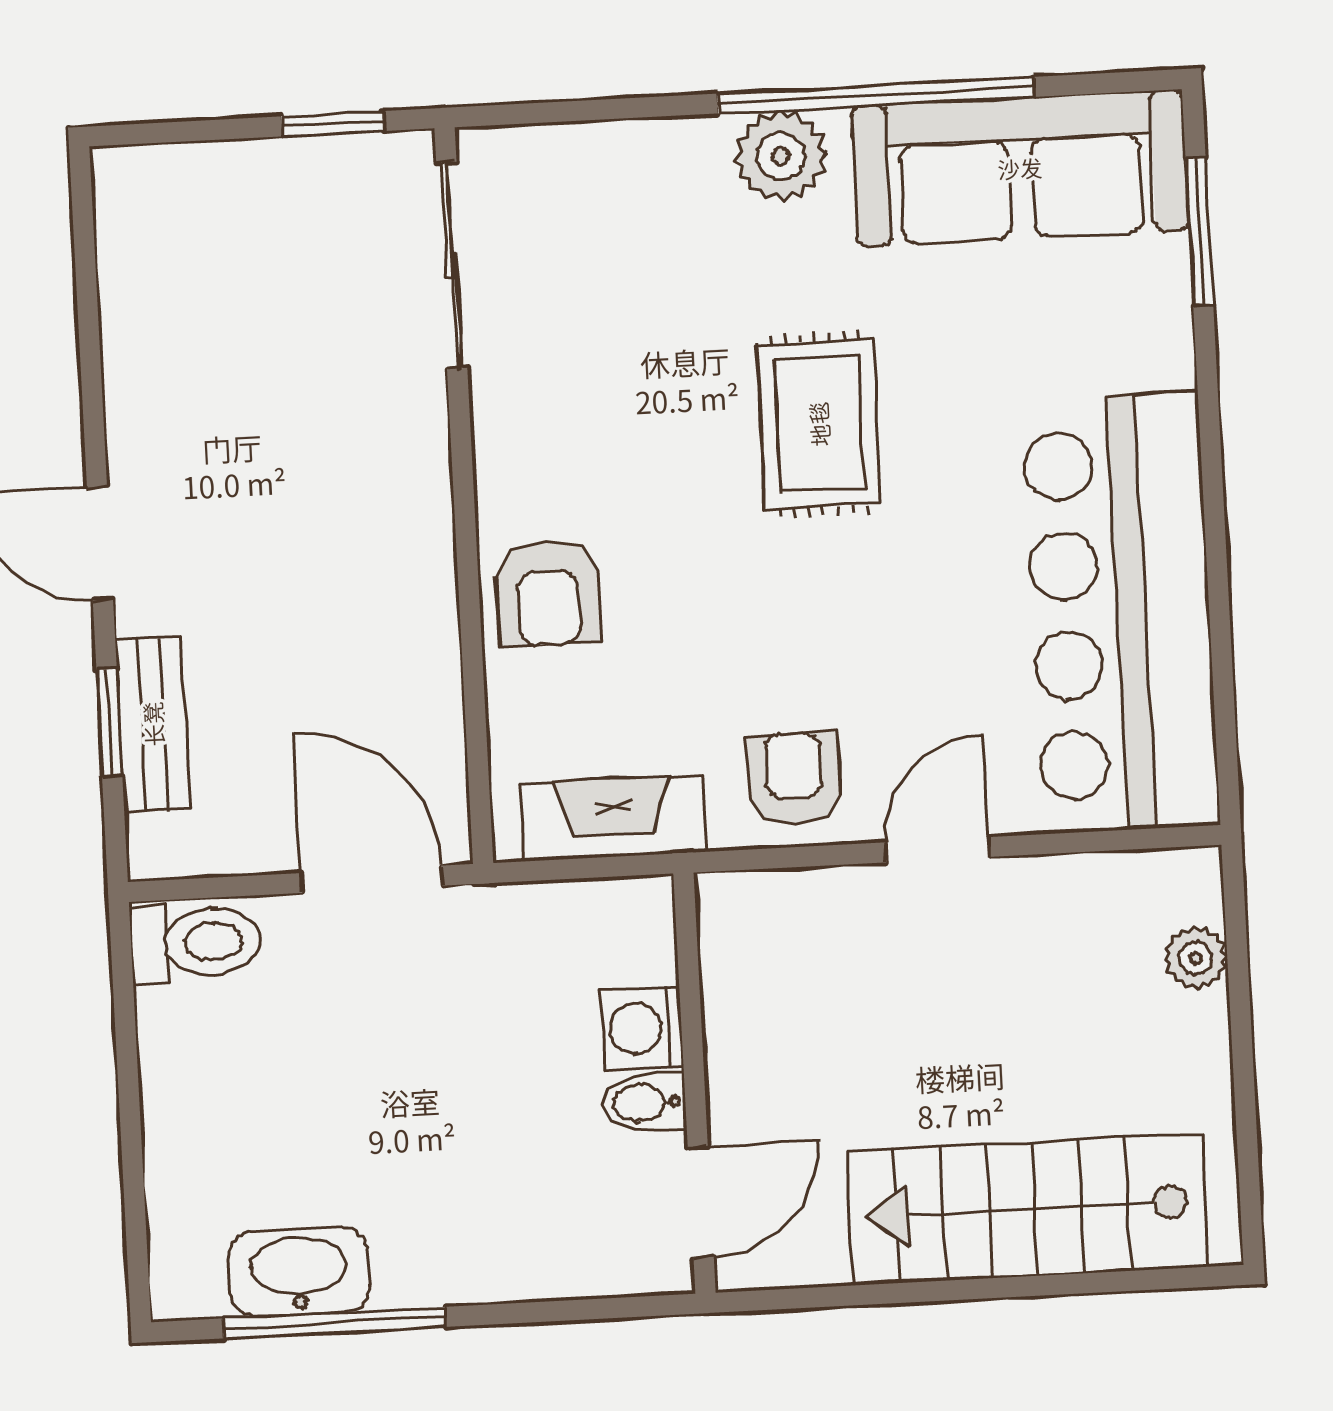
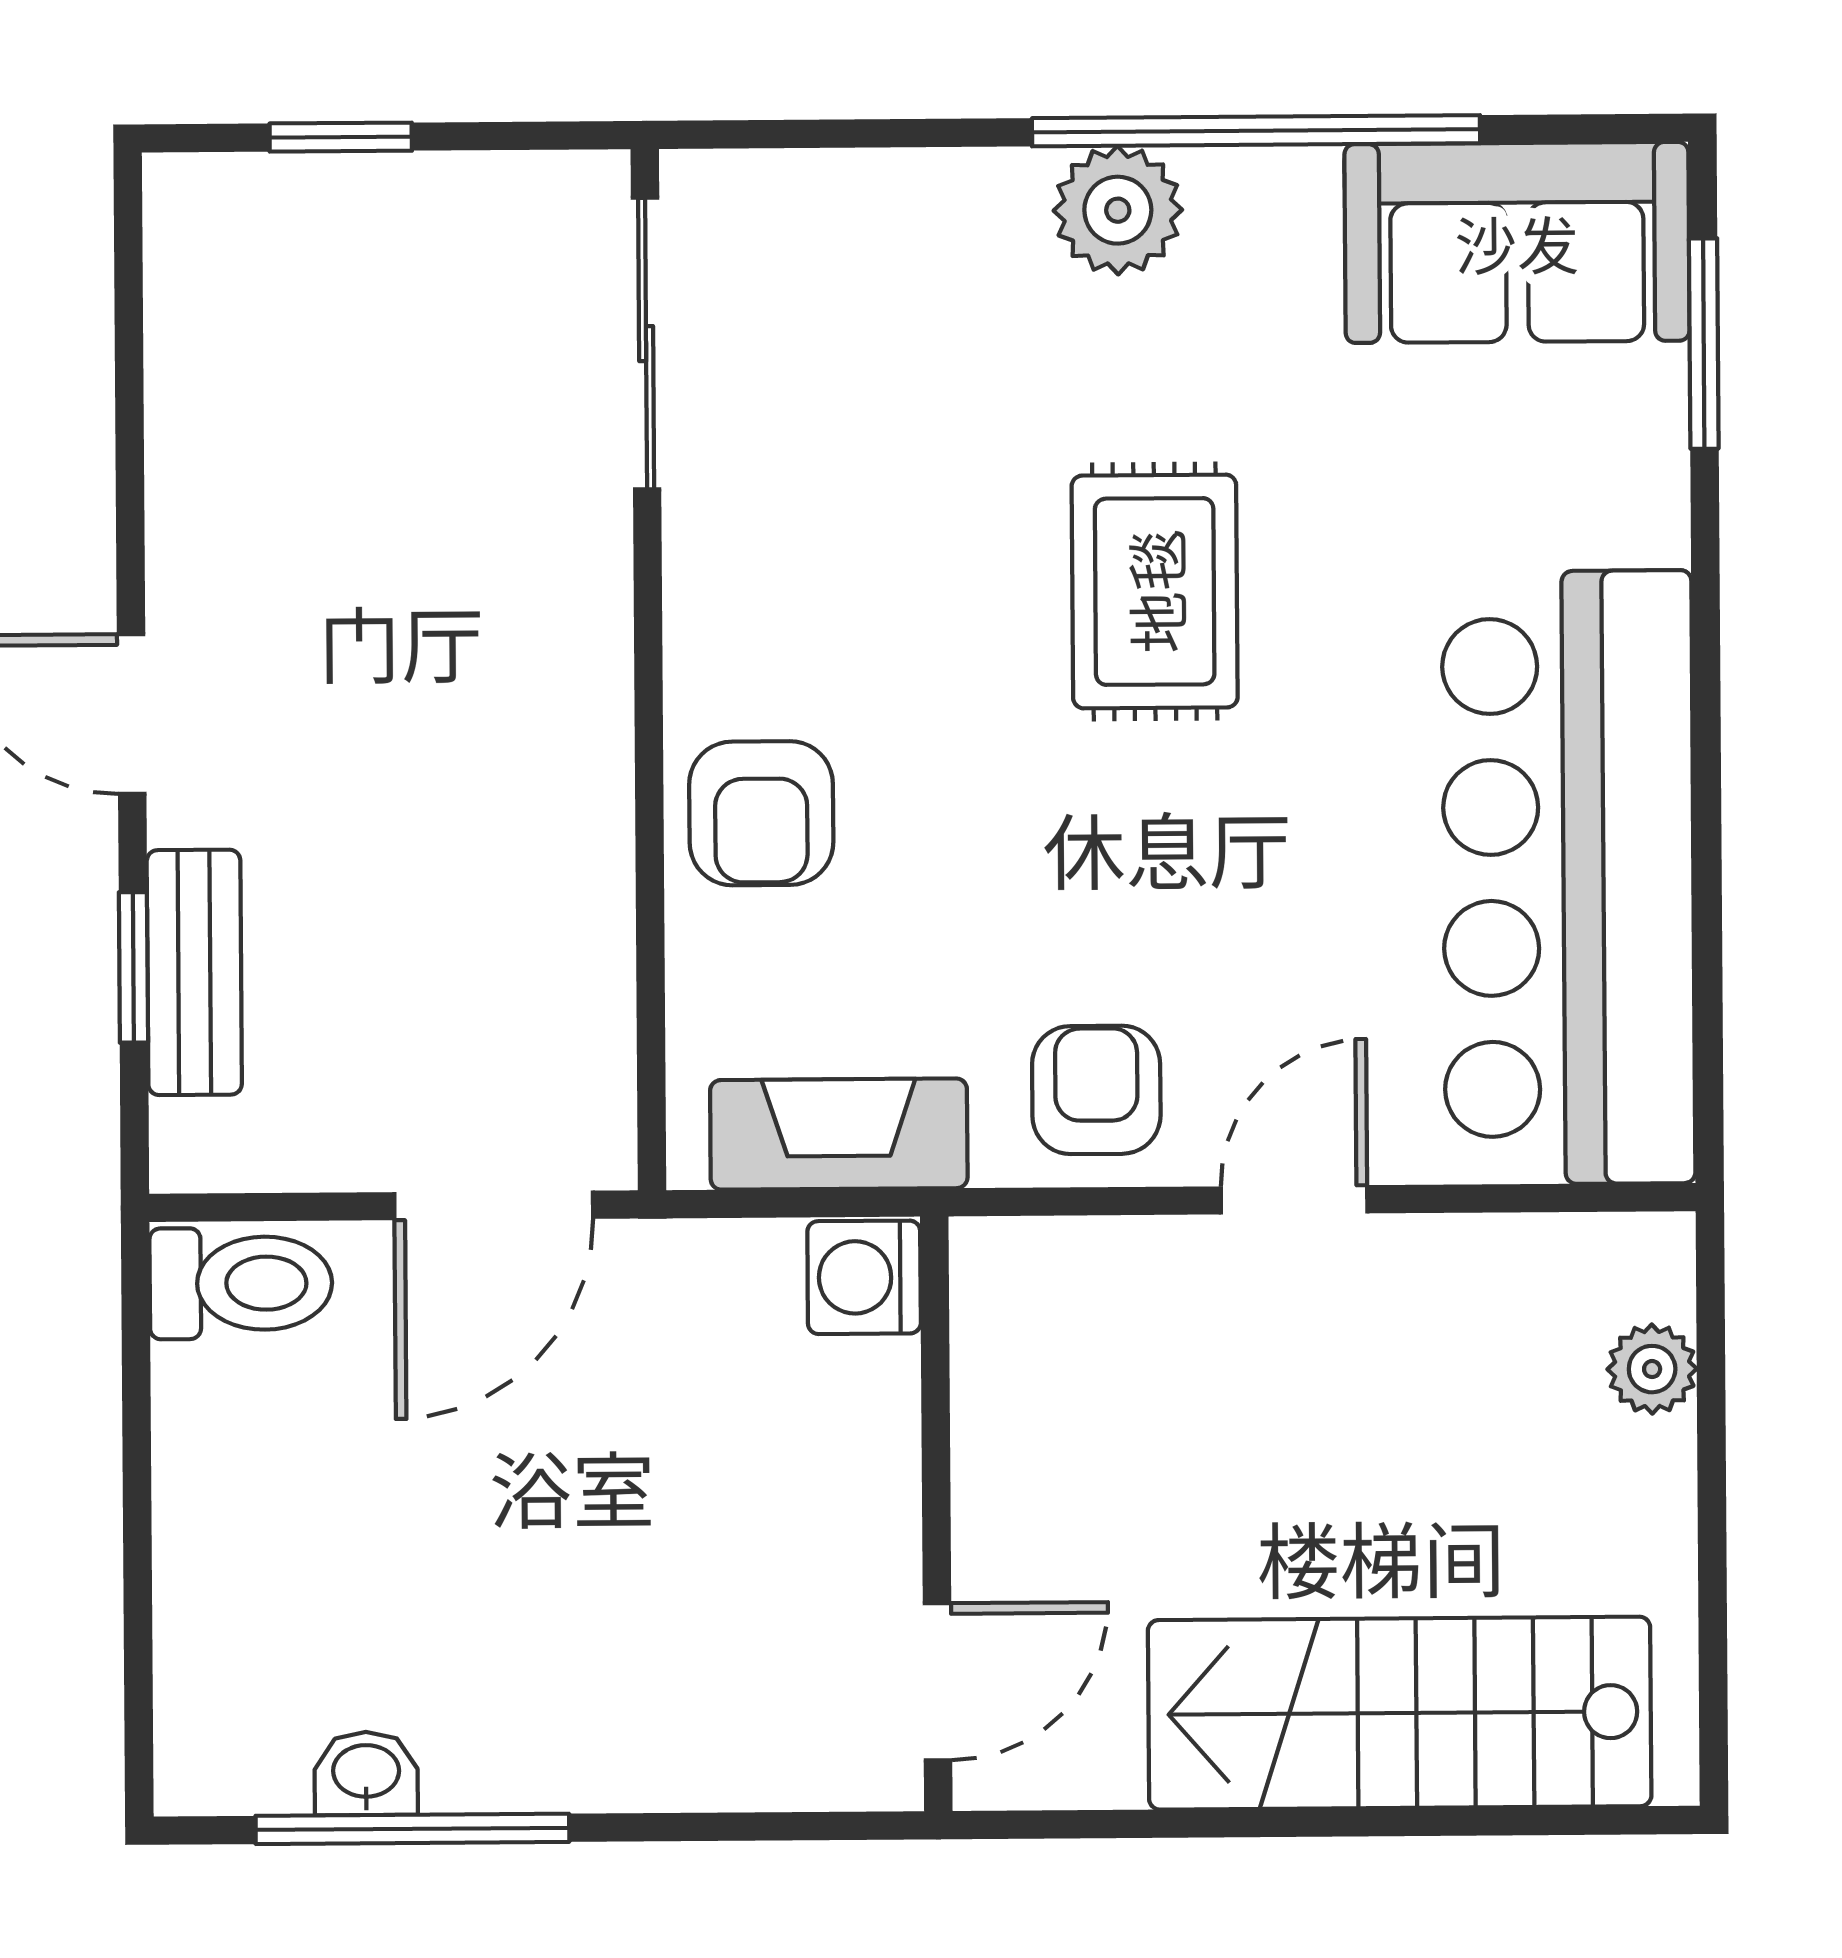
window: (332, 124) -> (341, 137), moved
sofa: (1020, 168) -> (1517, 242), width x0.73
door: (372, 879) -> (494, 1205), swing flipped
washing machine: (642, 1028) -> (864, 1277), moved
bidet: (644, 1103) -> (864, 1538), removed
washbasin: (299, 1272) -> (366, 1773), width x0.52, depth x0.69

